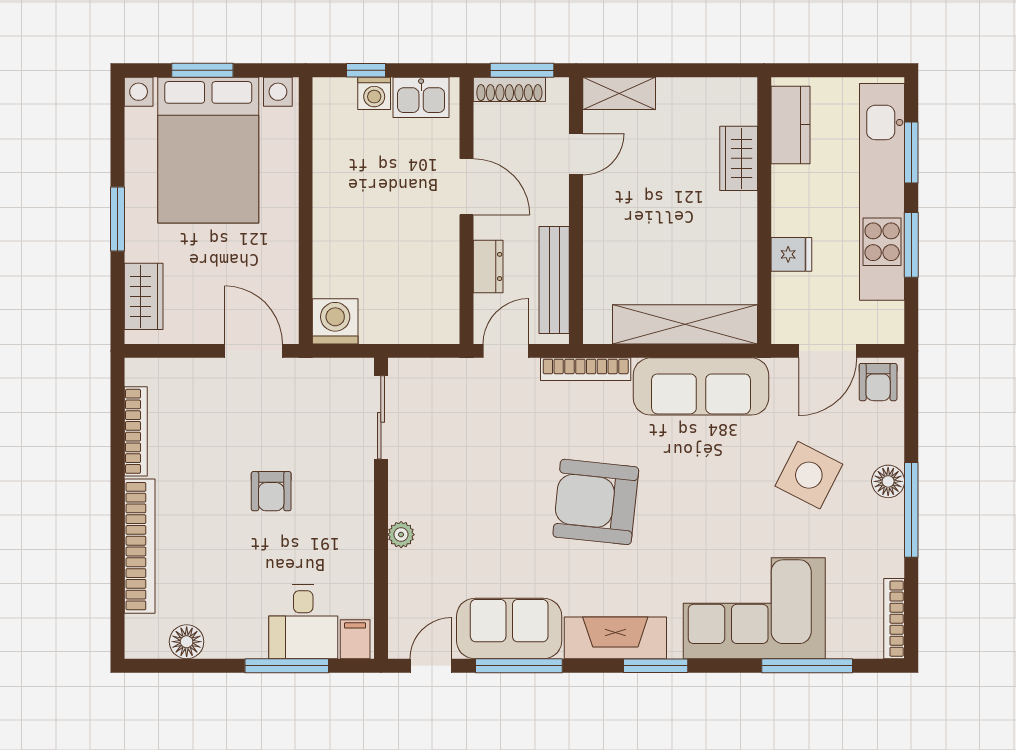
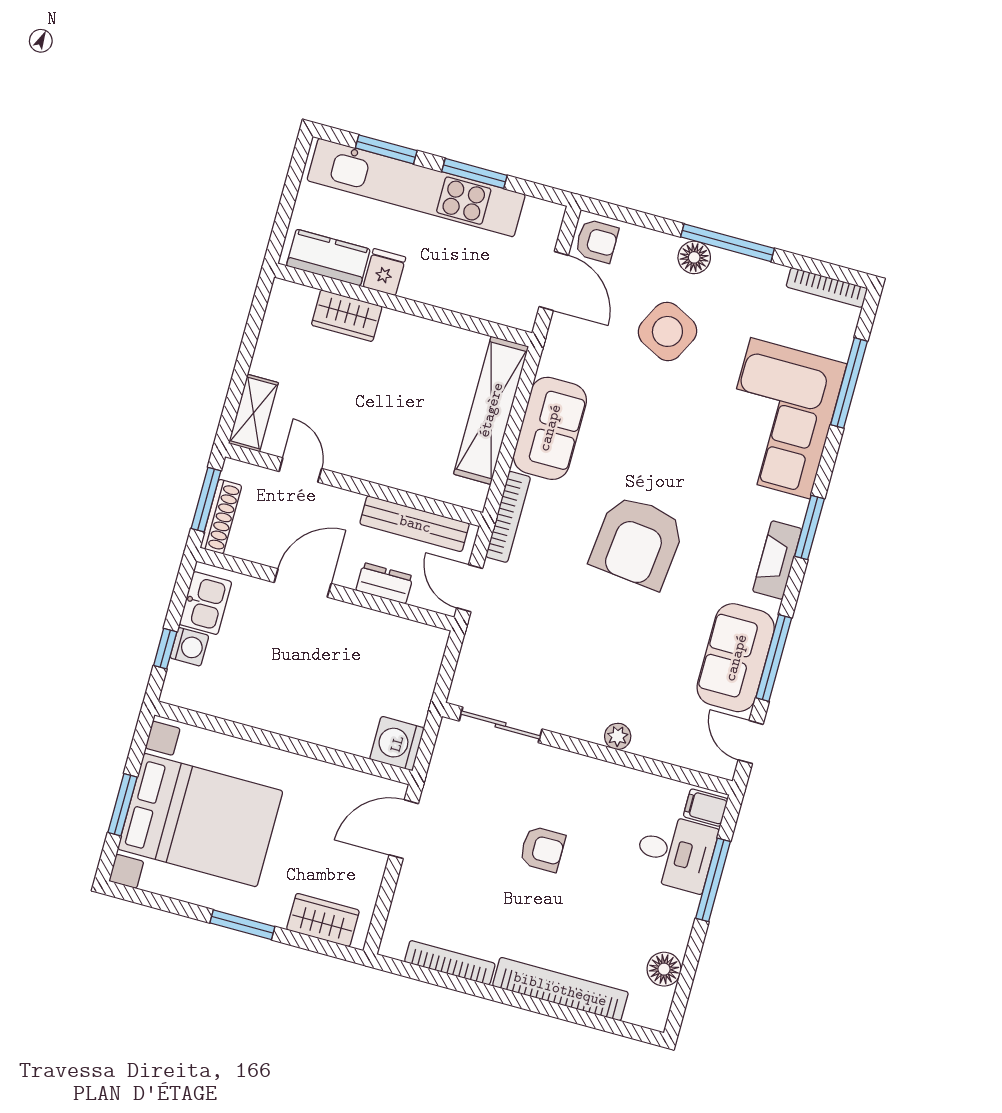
fridge: (791, 254) -> (385, 272), moved
sofa: (701, 386) -> (550, 428), width x0.73
fireplace: (615, 638) -> (777, 560), width x0.73, depth x0.76

